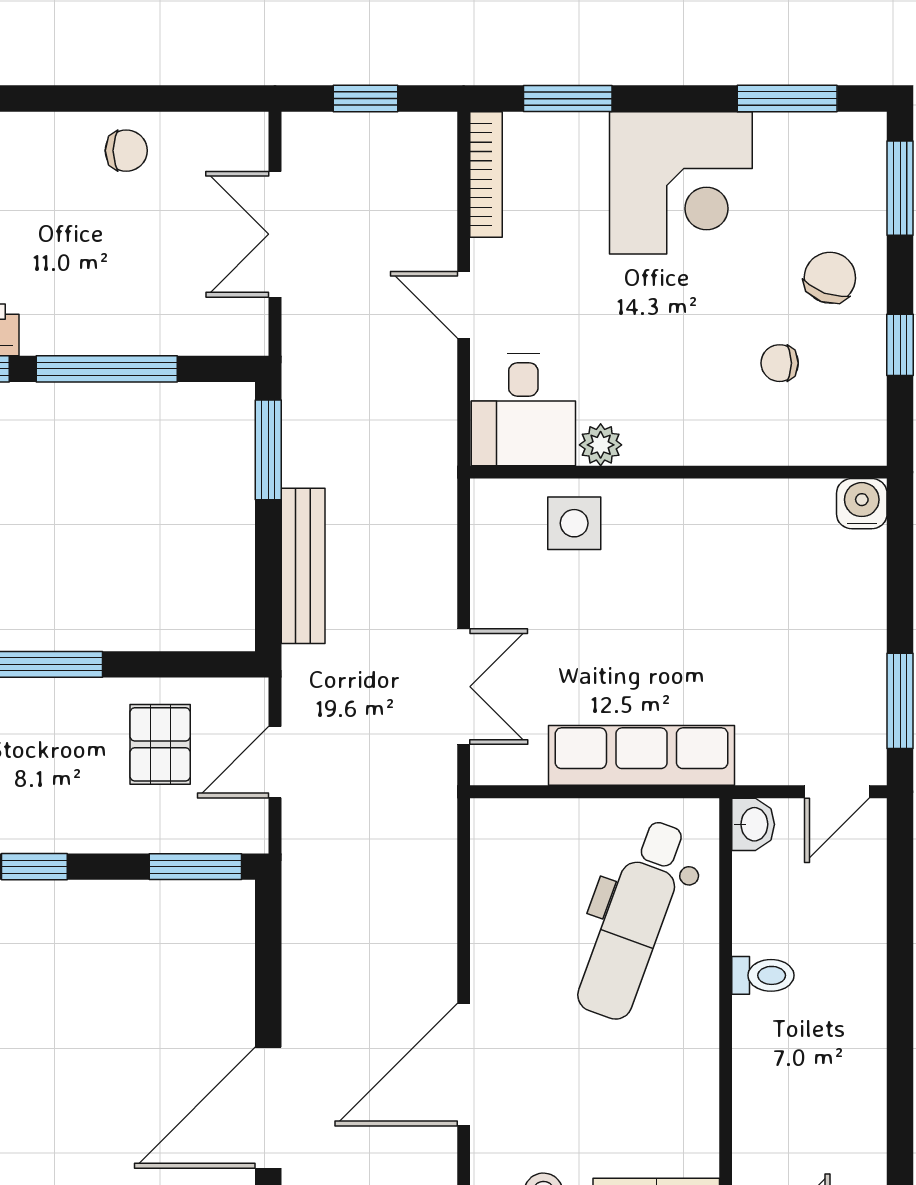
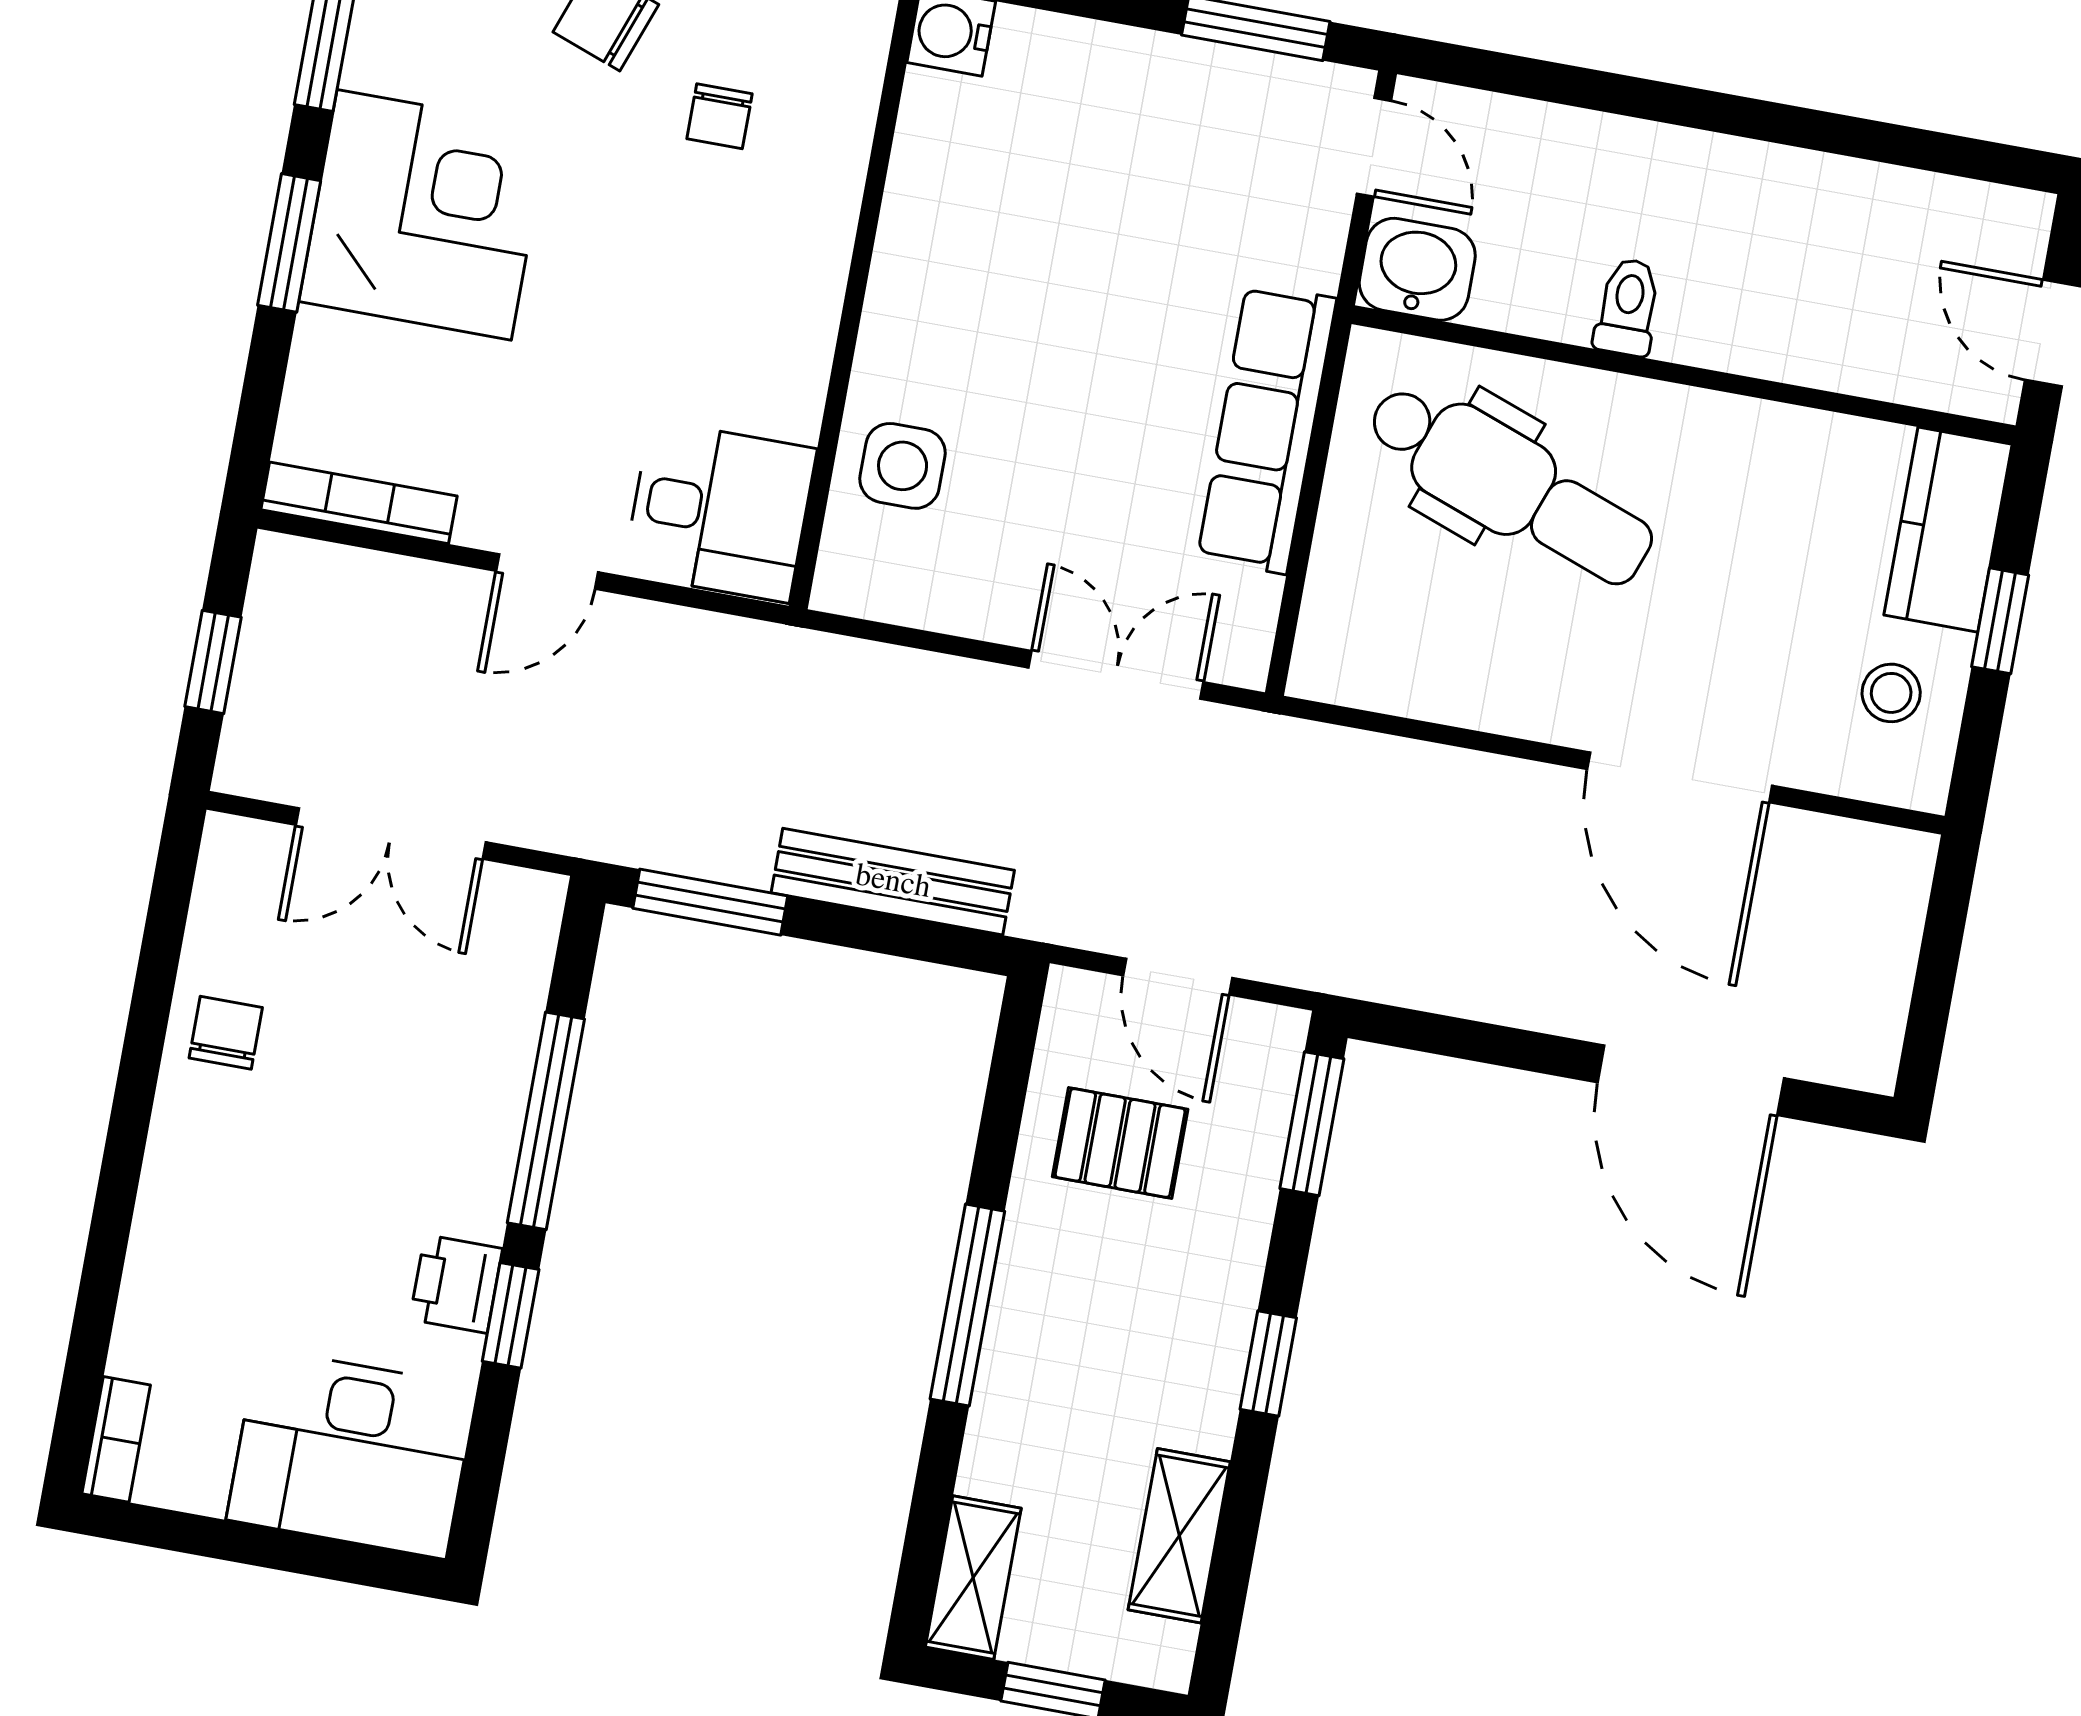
window: (568, 99) -> (289, 243), moved
plant: (601, 445) -> (793, 405), removed
washbasin: (753, 824) -> (1417, 269), width x1.38, depth x1.45

